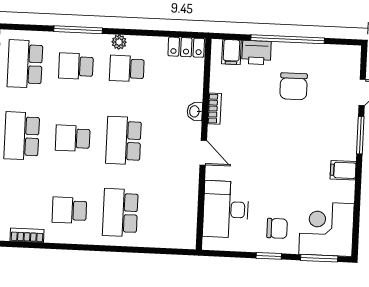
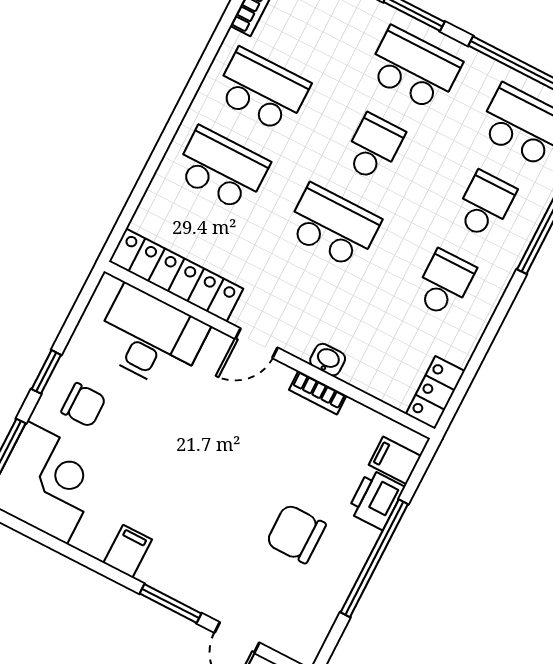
plant: (119, 42) -> (492, 290), removed
school desk: (69, 210) -> (262, 90), width x1.85
locker: (187, 211) -> (176, 275), added
chair: (277, 228) -> (84, 405), turned -90

